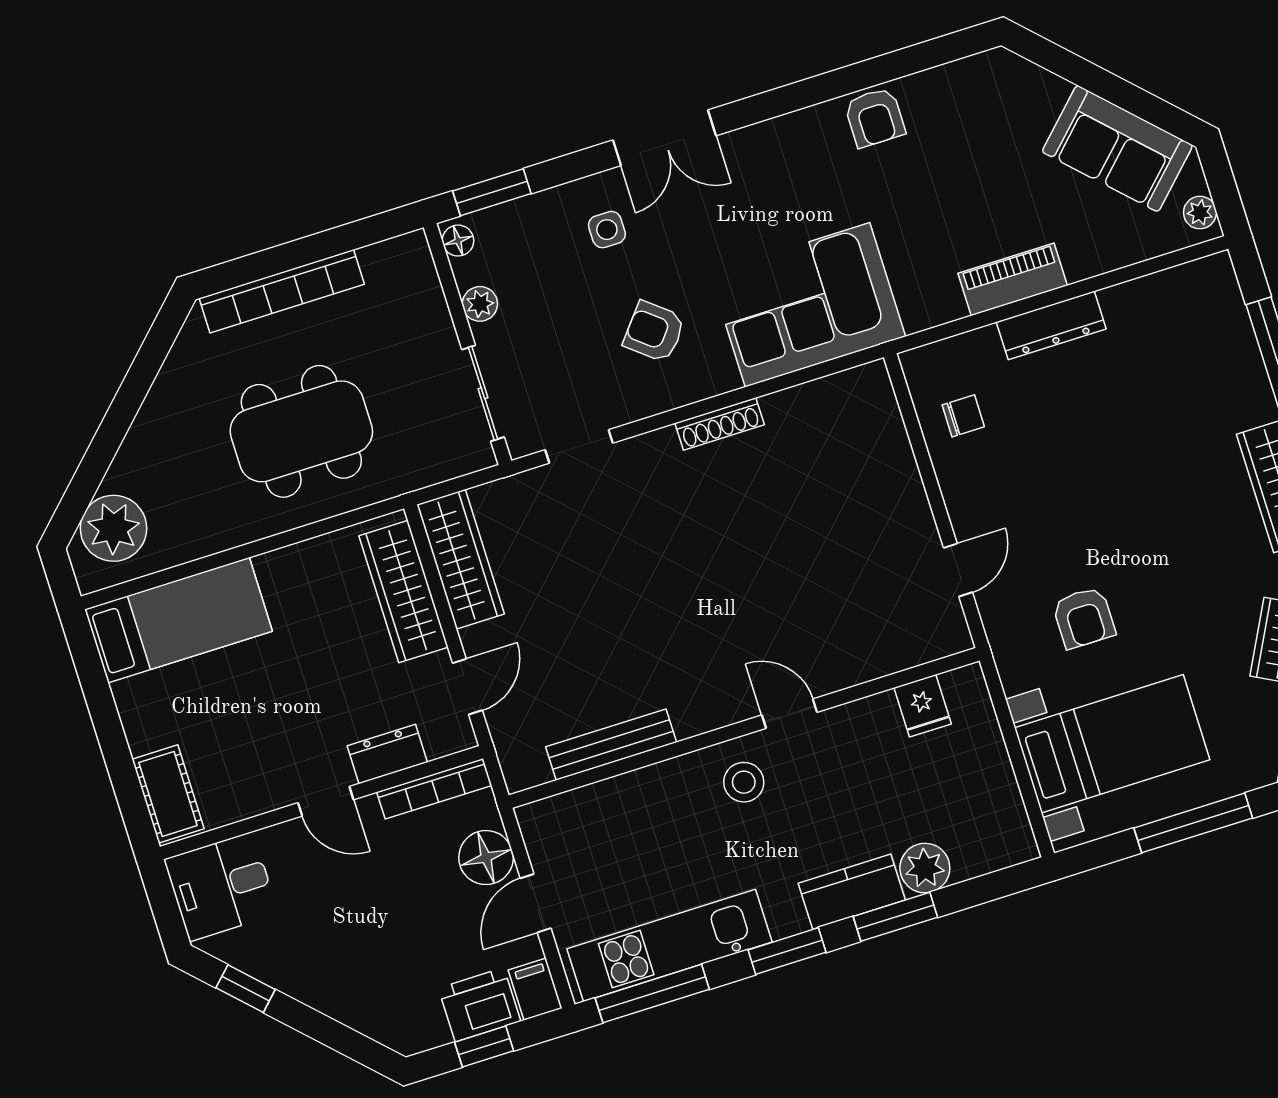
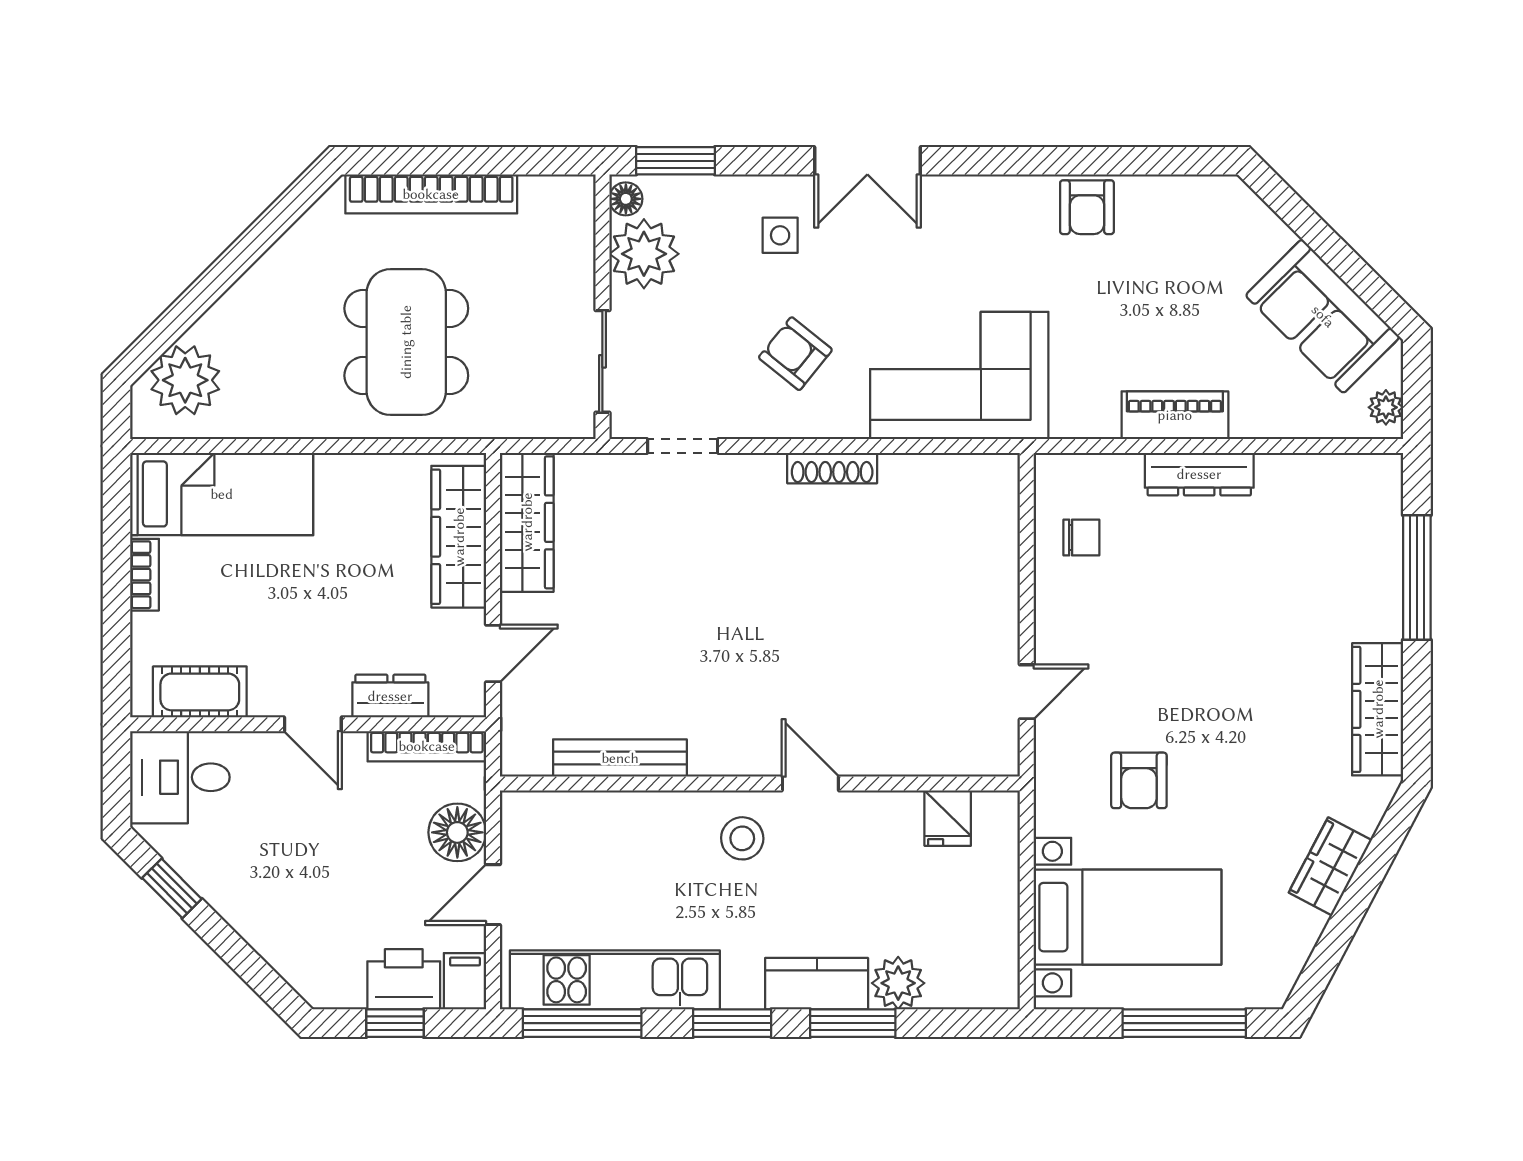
plant: (480, 304) -> (644, 254), width x1.87, depth x1.87
dining table: (301, 431) -> (406, 342), turned 90
bookcase: (132, 715) -> (145, 575), added
cot: (168, 794) -> (200, 692), moved, turned 90

